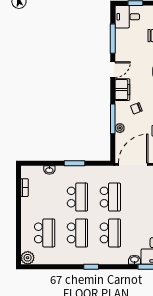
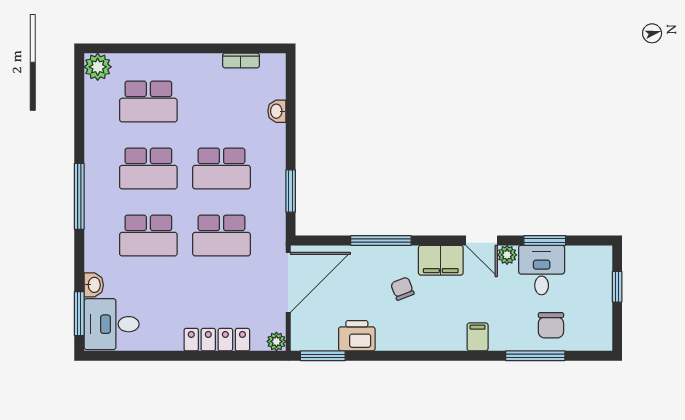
desk: (127, 17) -> (542, 270), moved
window: (113, 39) -> (545, 240), width x0.69
plant: (120, 128) -> (507, 255), moved
window: (74, 163) -> (291, 191), moved
door: (133, 164) -> (288, 282), hinge flipped
window: (91, 267) -> (79, 196), width x2.17

